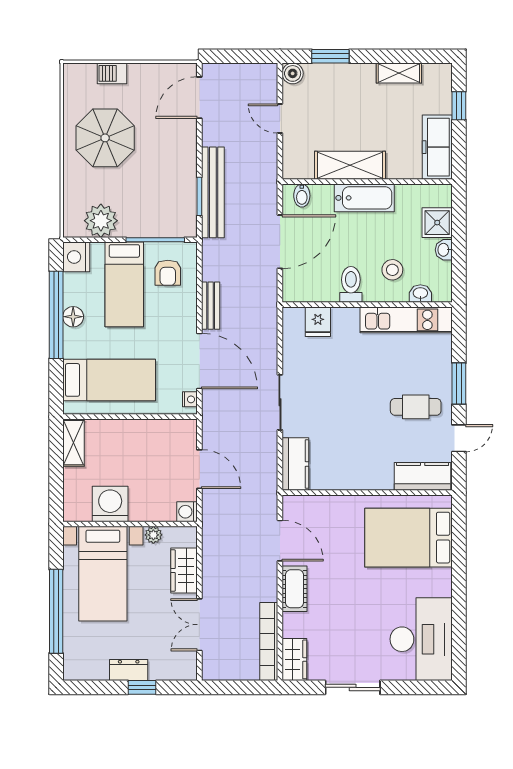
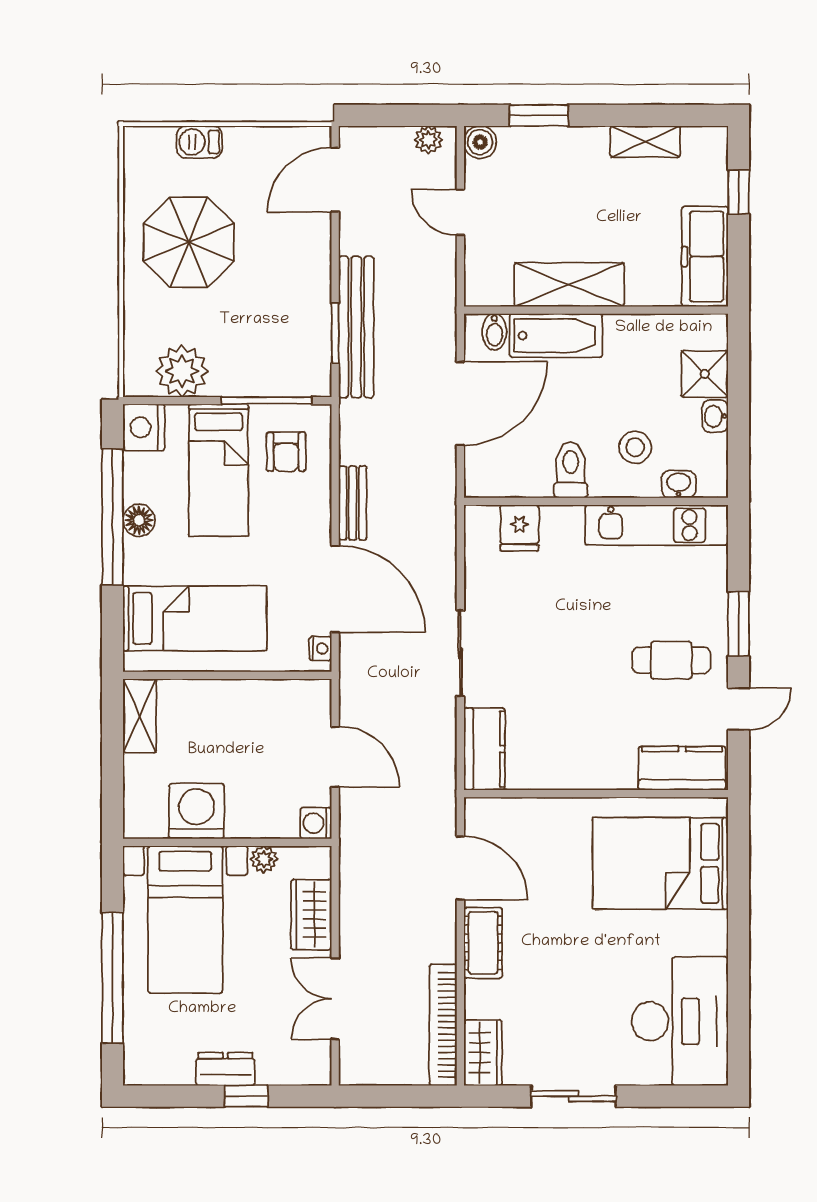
plant: (259, 72) -> (428, 140), added
bathtub: (364, 198) -> (556, 335), moved

